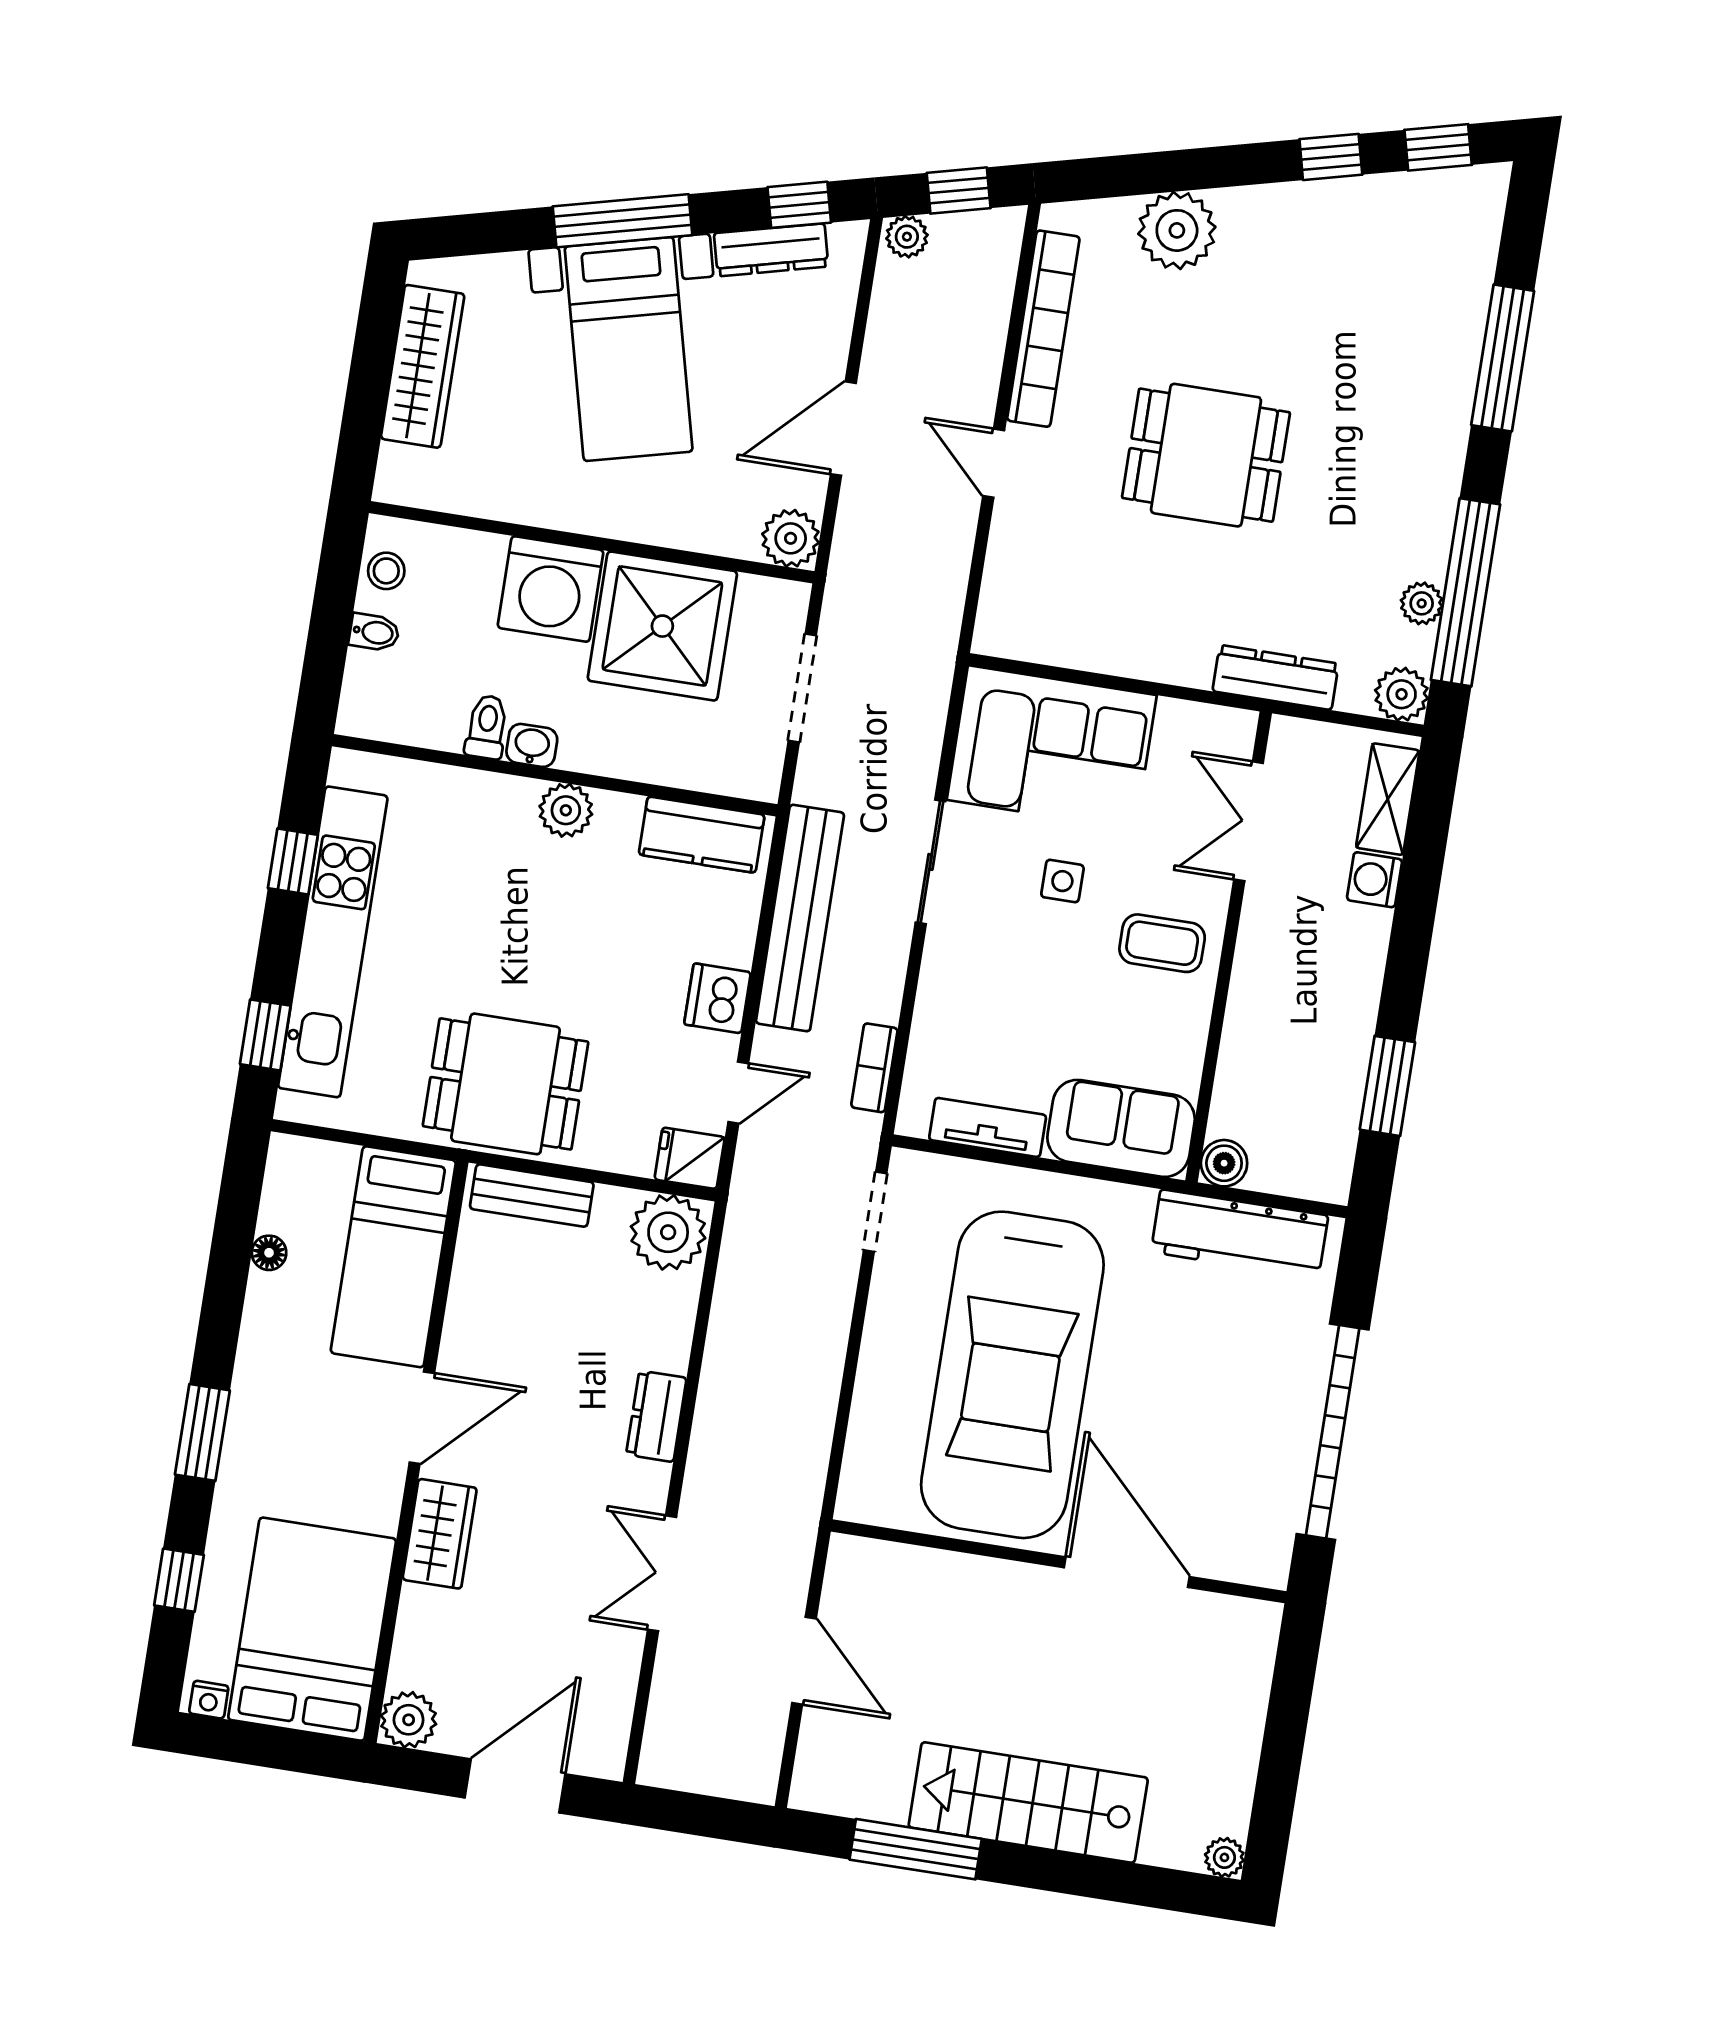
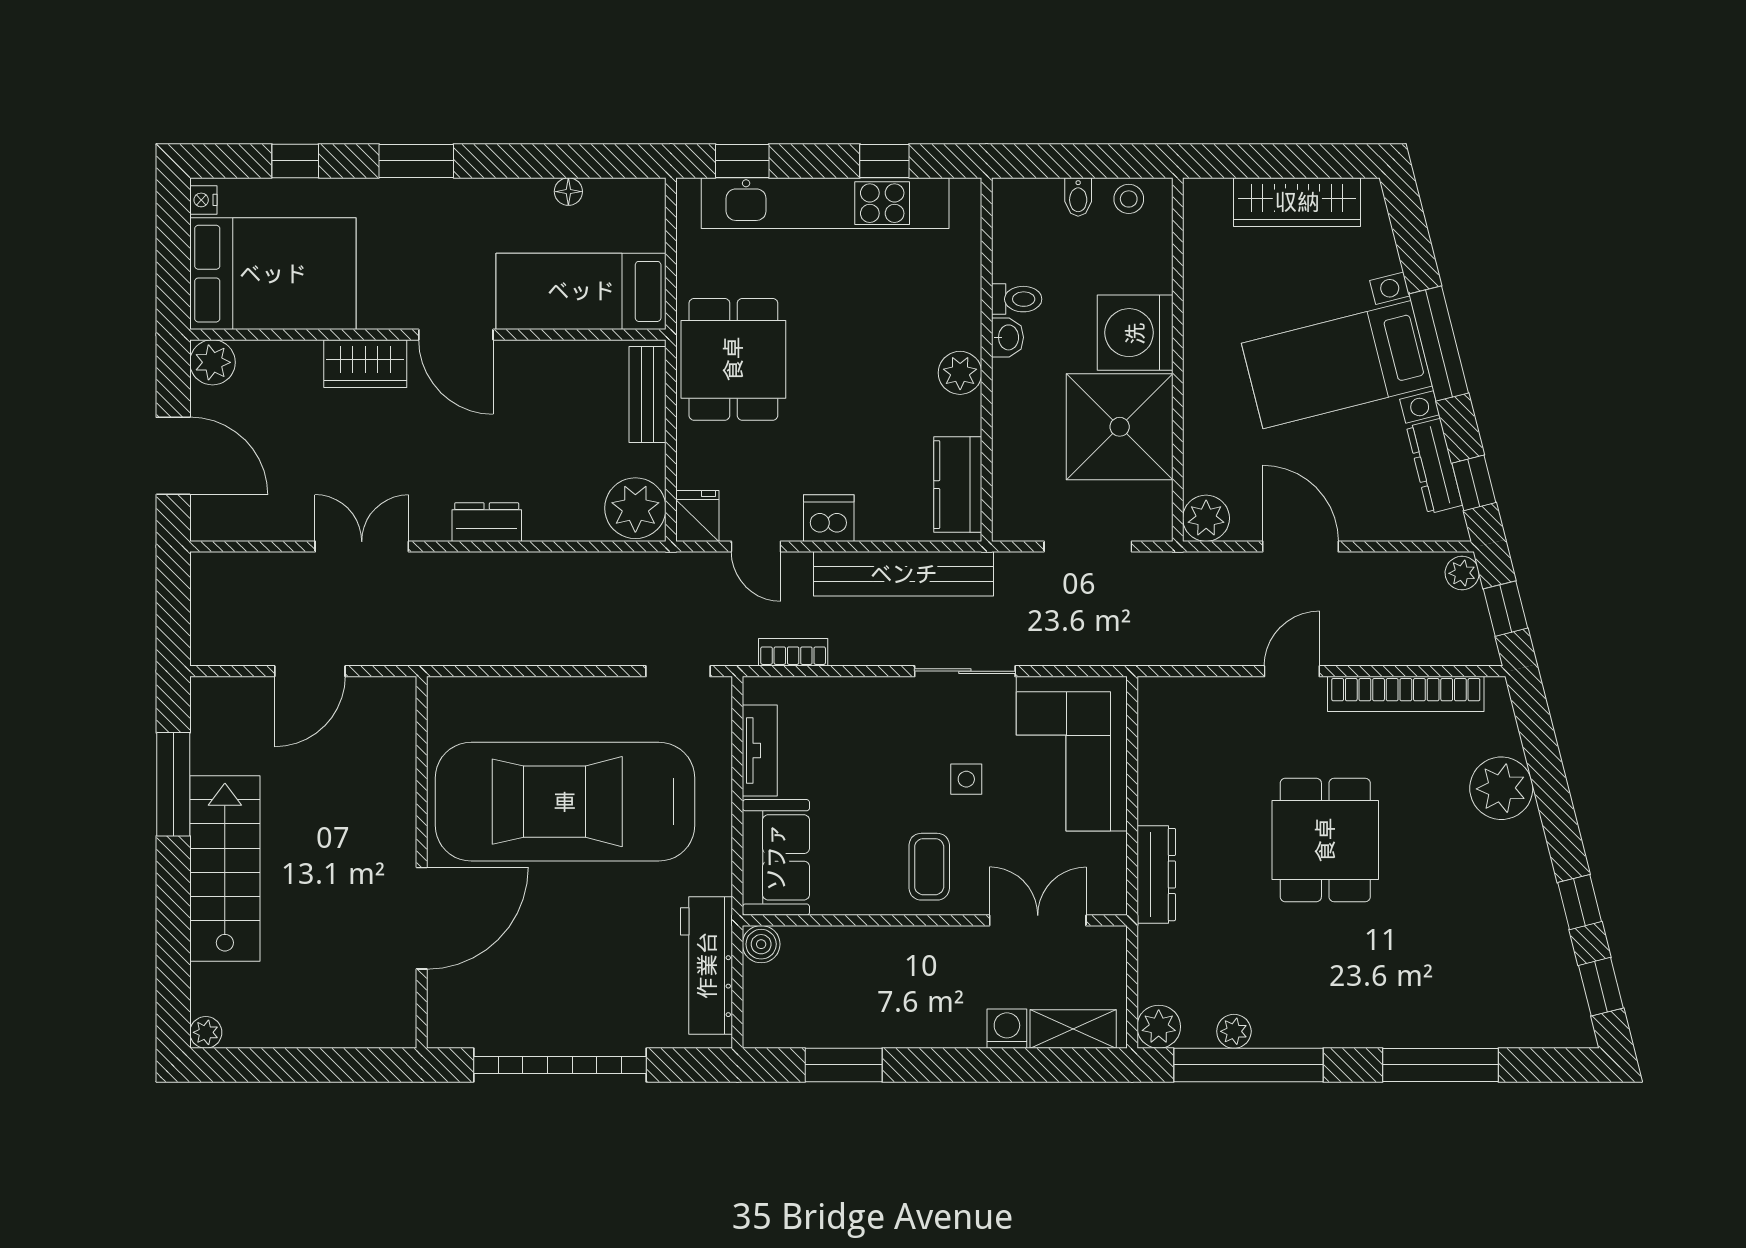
dresser: (1276, 677) -> (1156, 875), moved

